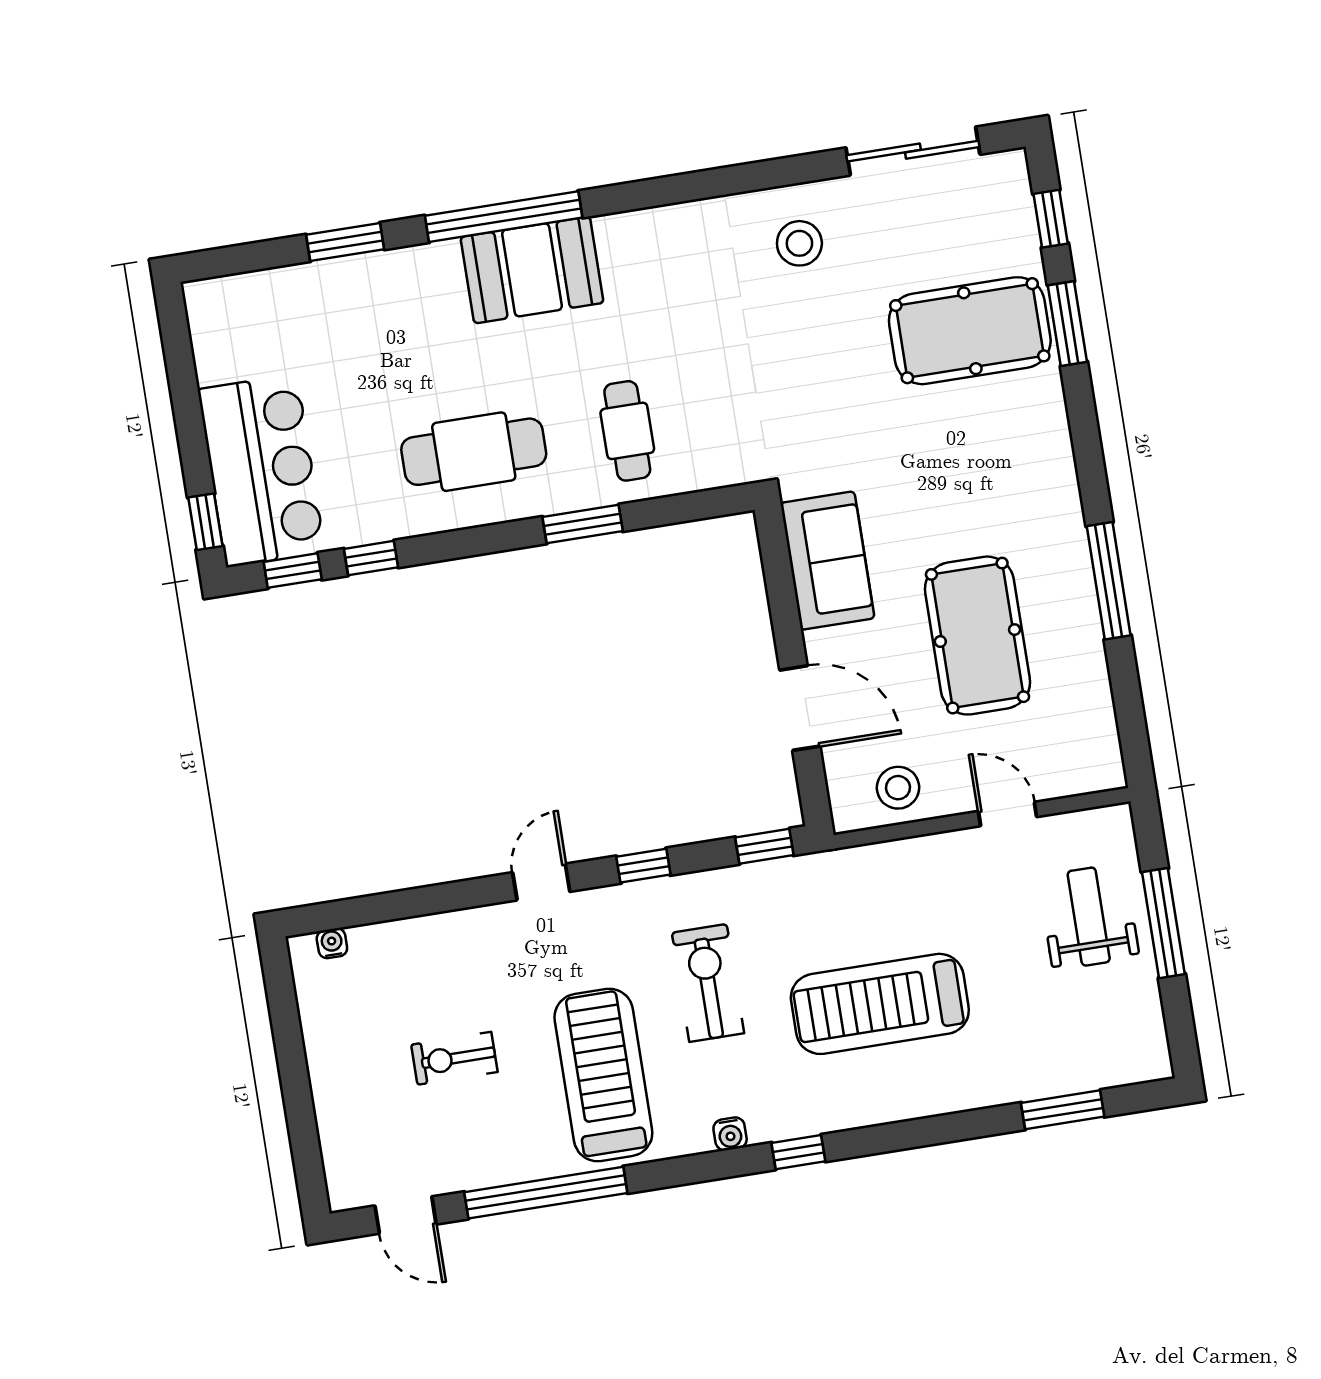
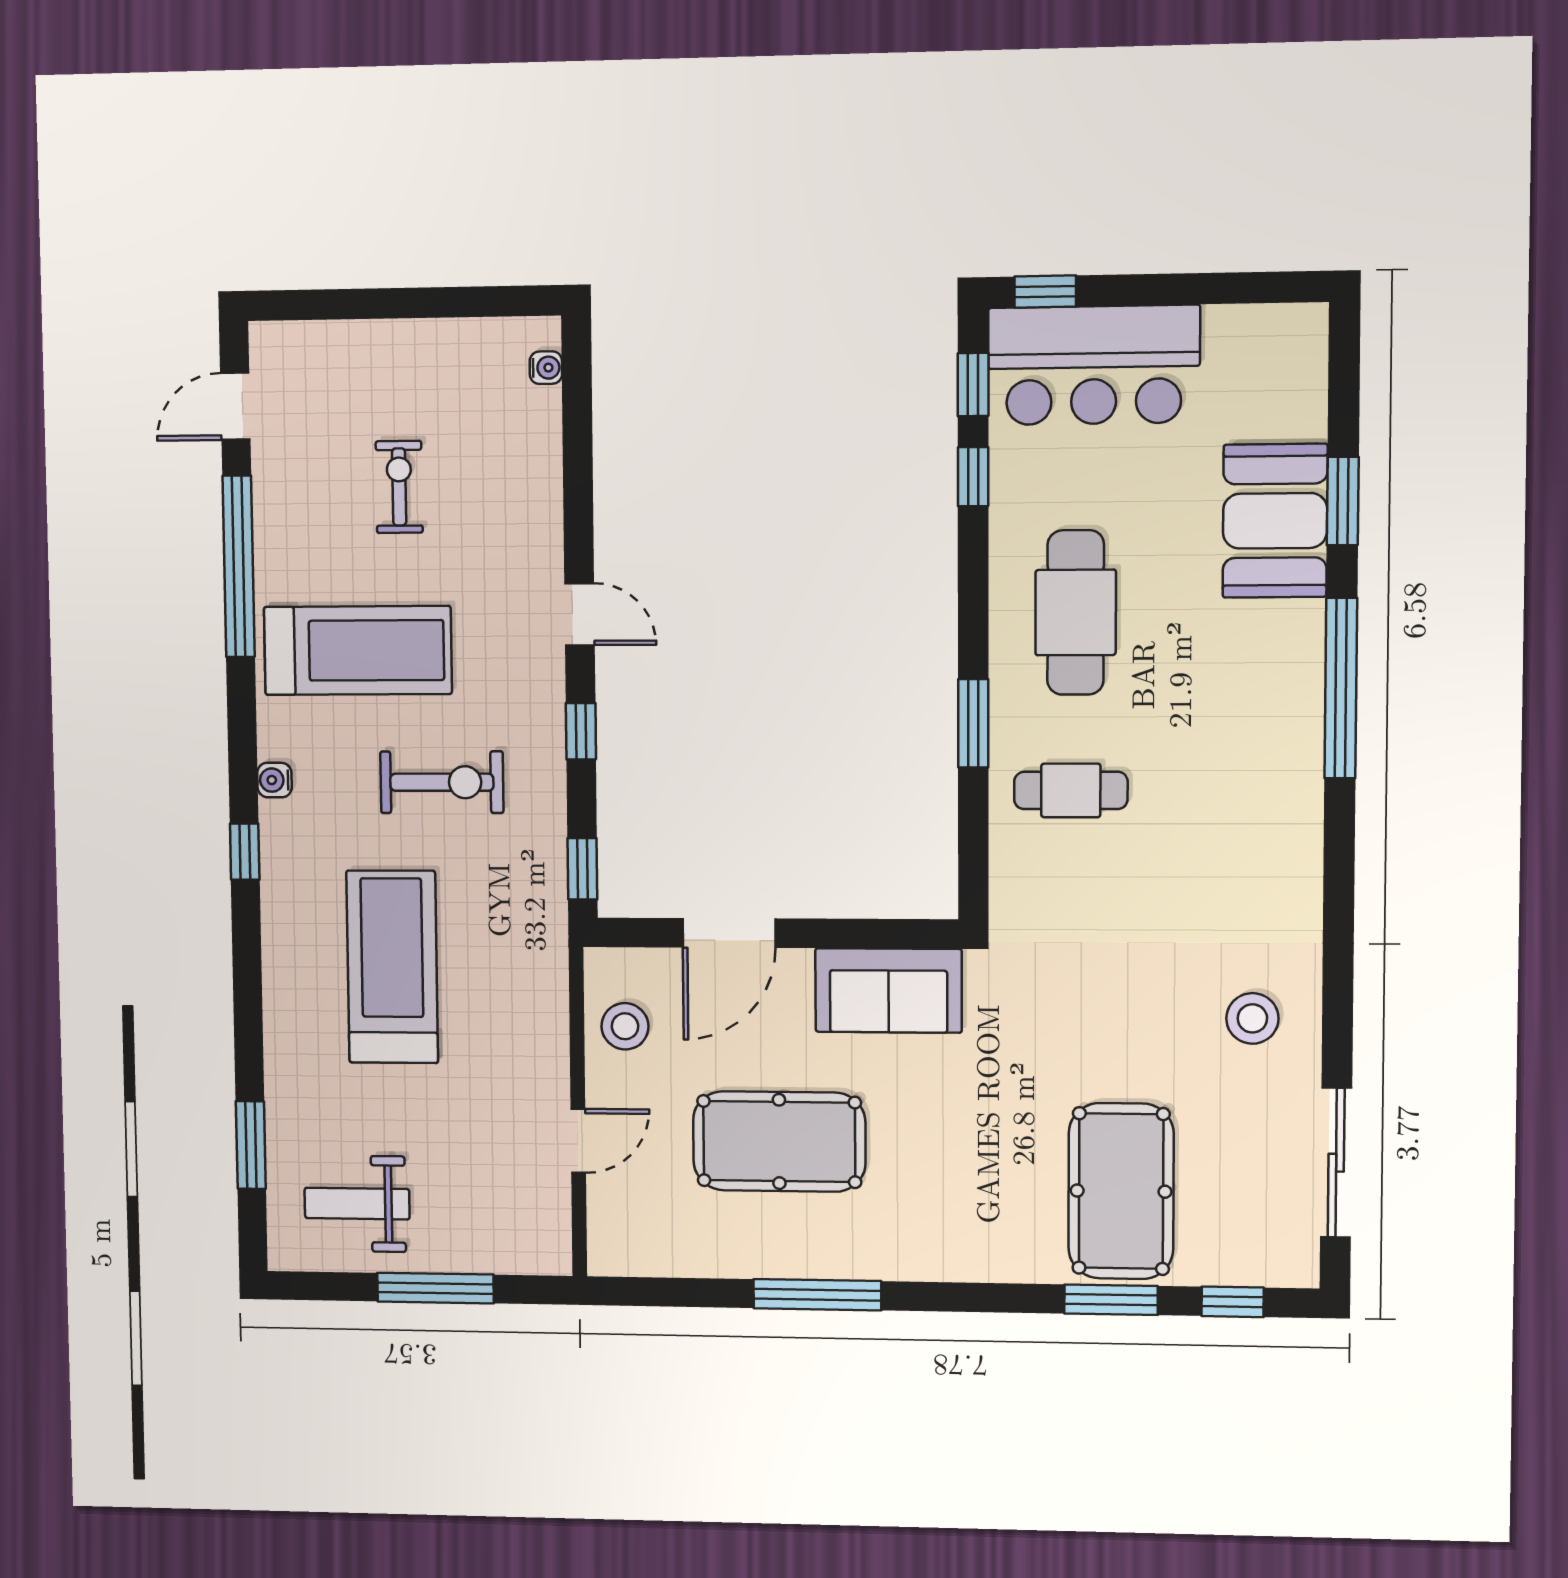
booth: (532, 270) -> (1275, 521), moved
weight bench: (1089, 917) -> (357, 1204), moved, turned 180

